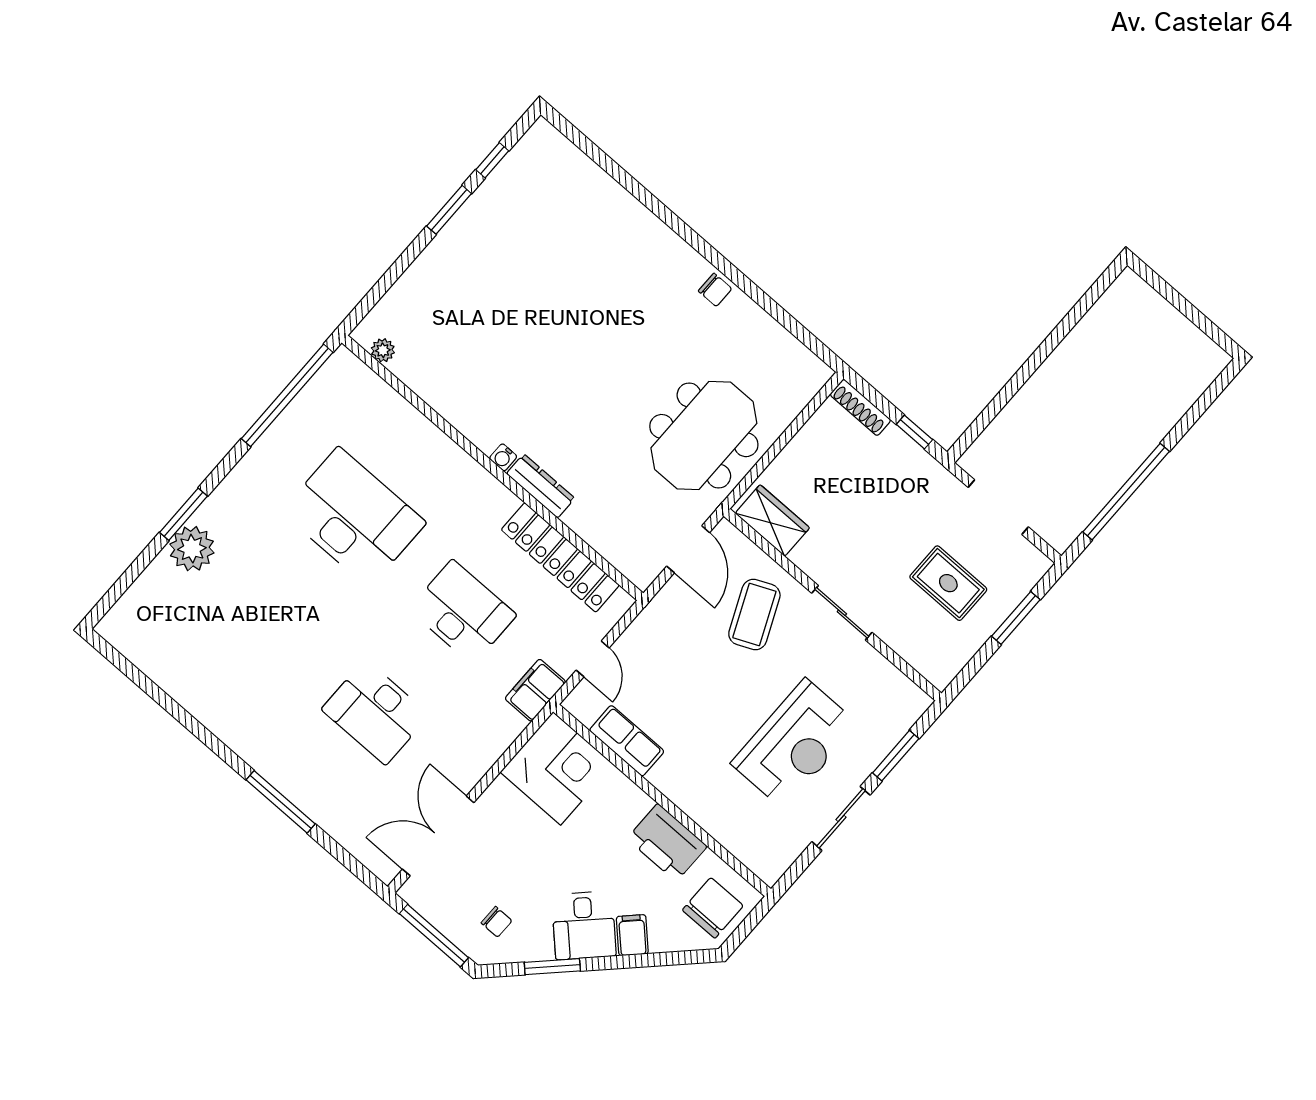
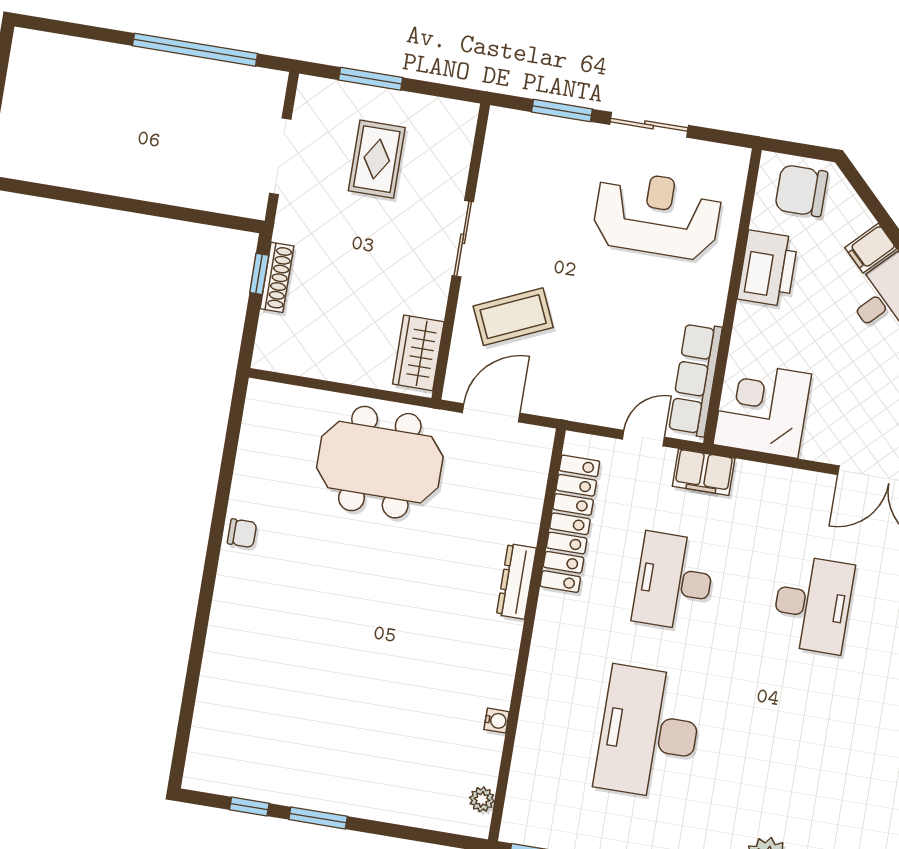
chair: (715, 290) -> (242, 533), turned 90
shoe rack: (860, 407) -> (277, 277), moved
water cooler: (503, 457) -> (497, 721), moved
row of seats: (627, 741) -> (695, 379), width x1.48
reception desk: (795, 744) -> (657, 215), moved

